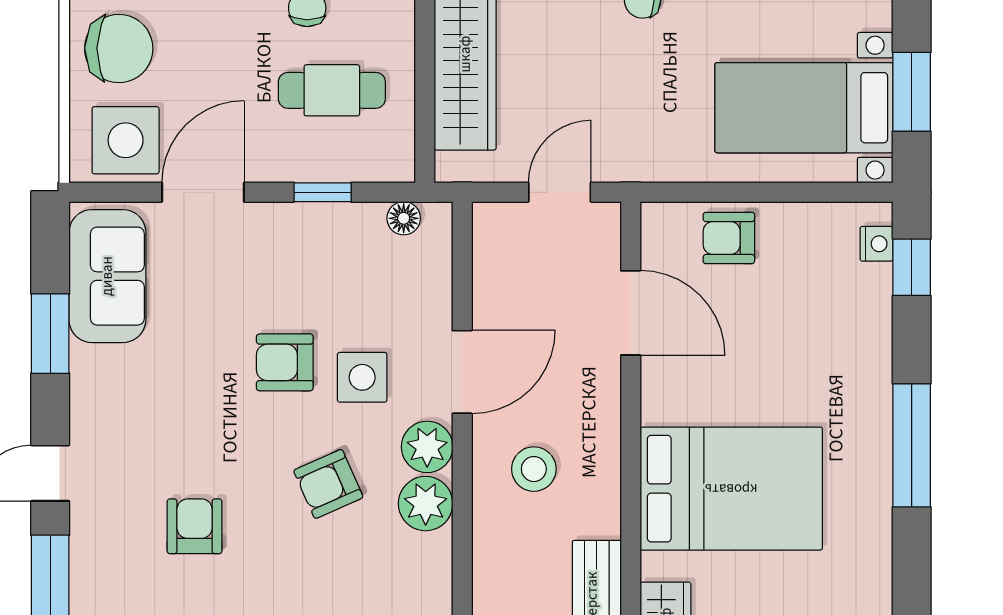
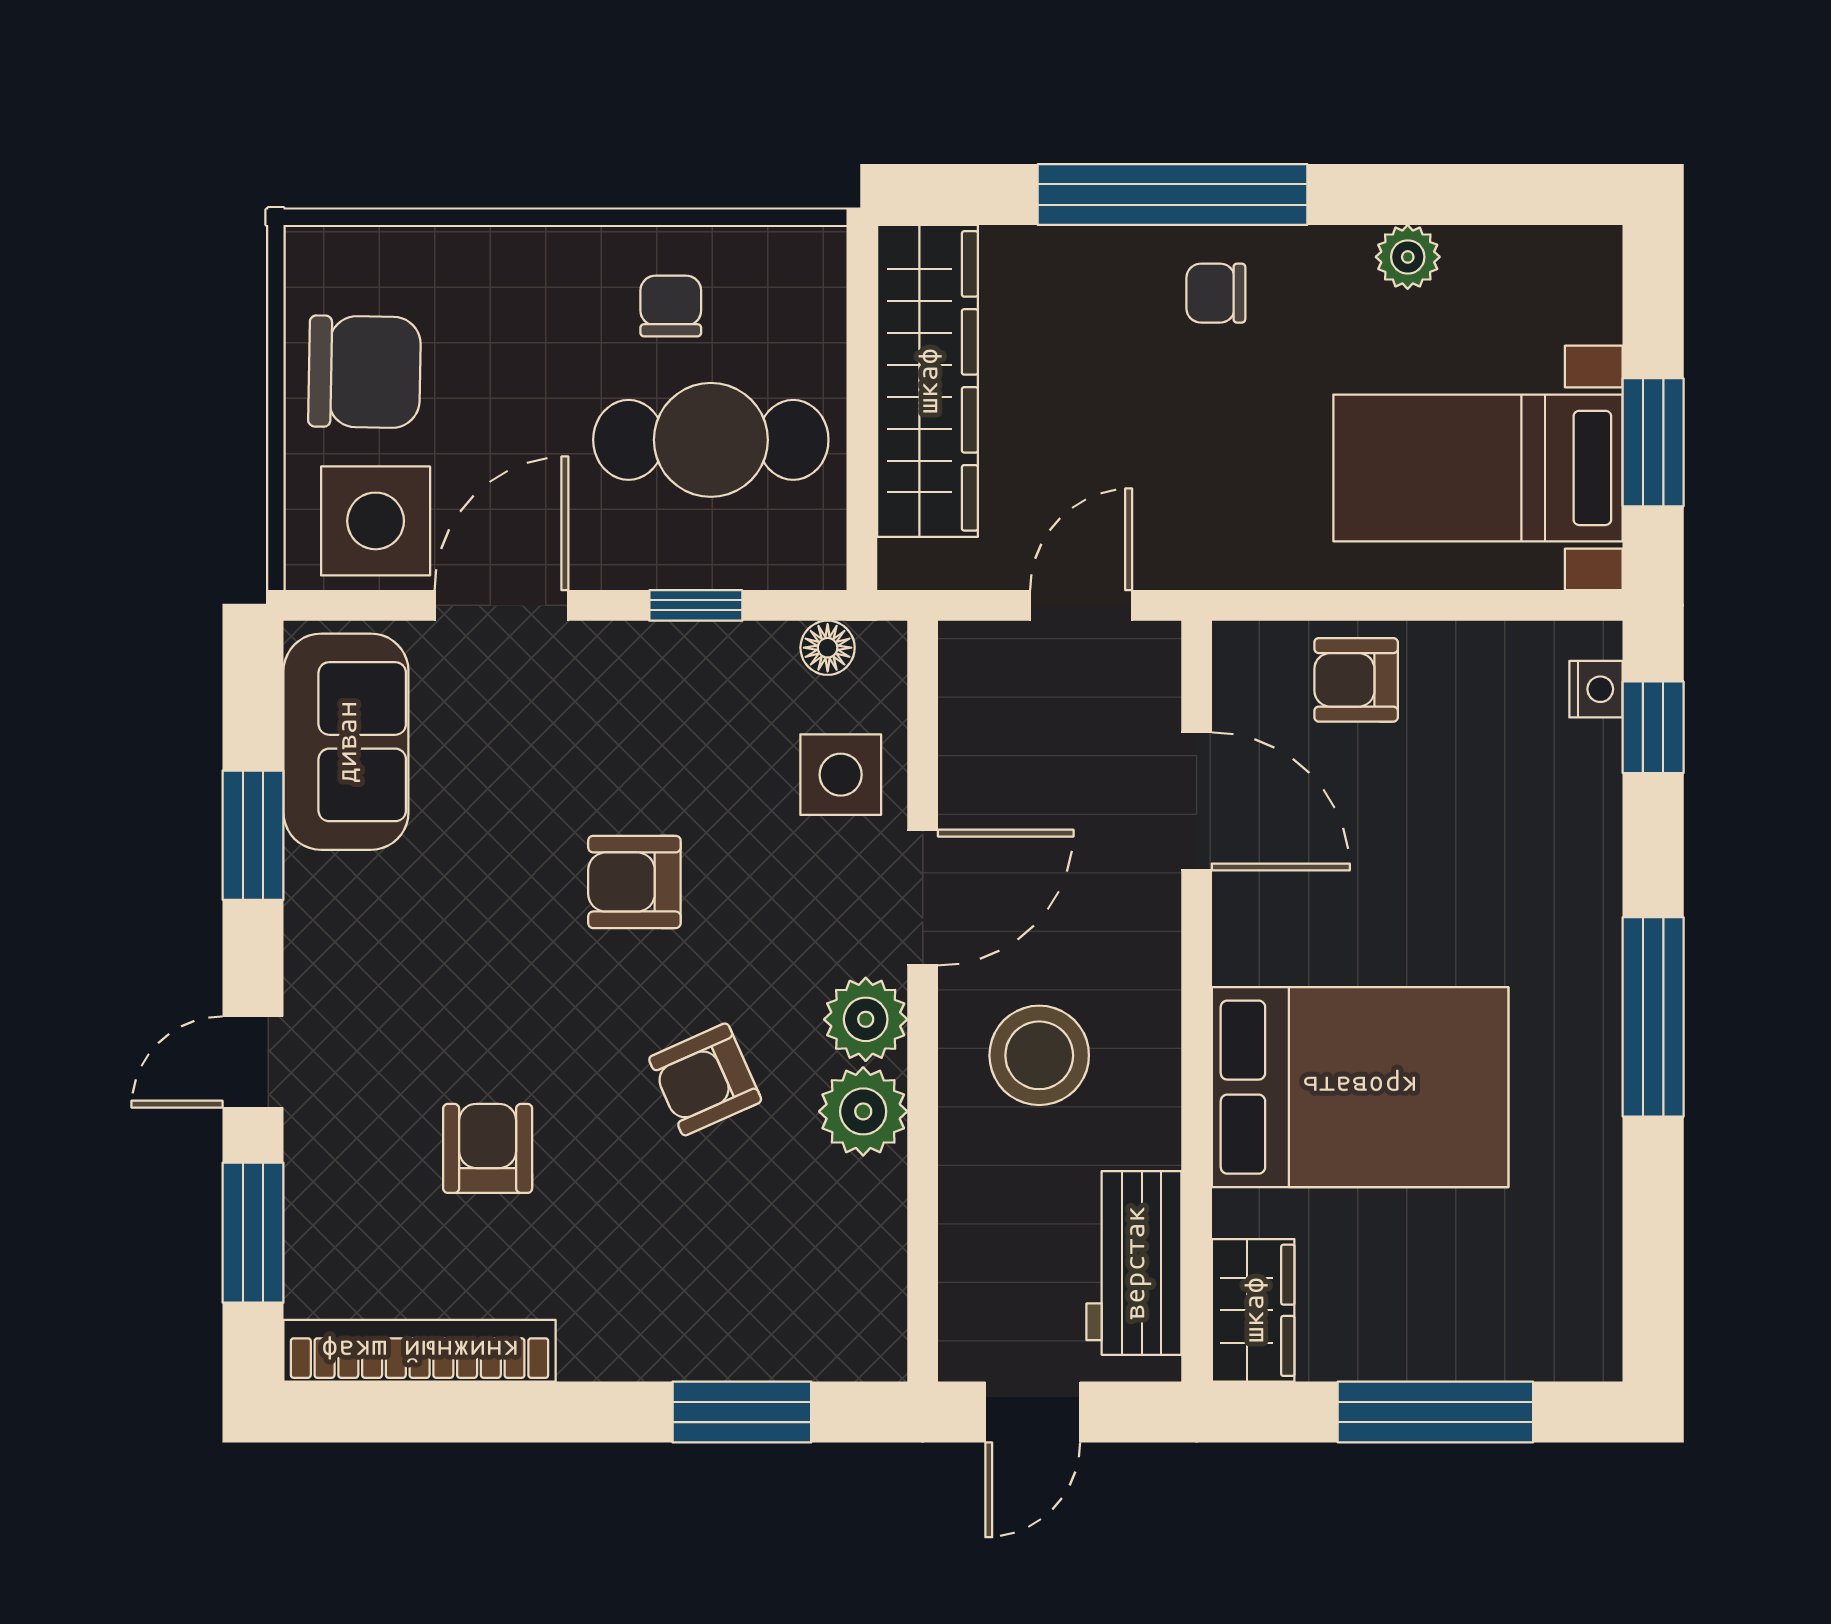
cafe table: (332, 90) -> (711, 440), width x1.37, depth x1.35
side table: (362, 377) -> (841, 775), moved
stool: (534, 469) -> (1039, 1055), width x1.38, depth x1.38

